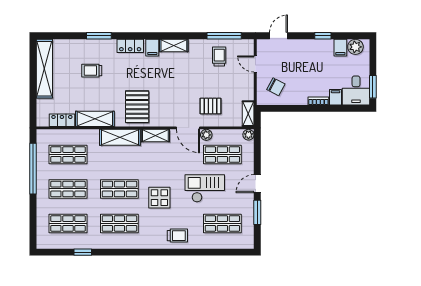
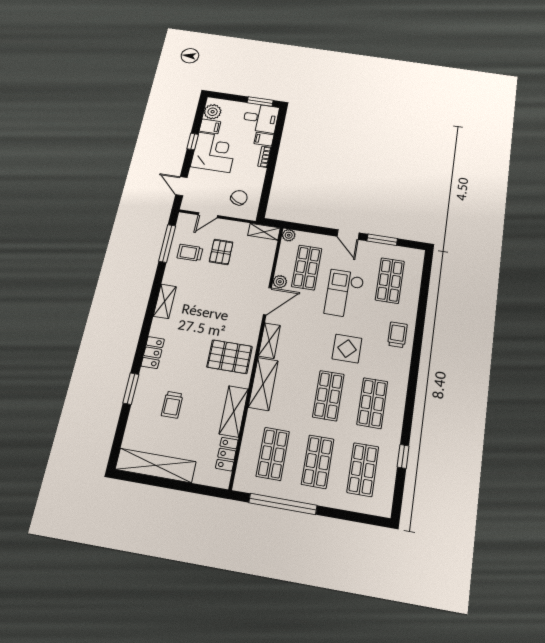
filing cabinet: (152, 48) -> (161, 327), removed
corner desk: (315, 57) -> (214, 152), added
pallet: (211, 106) -> (221, 252), moved

